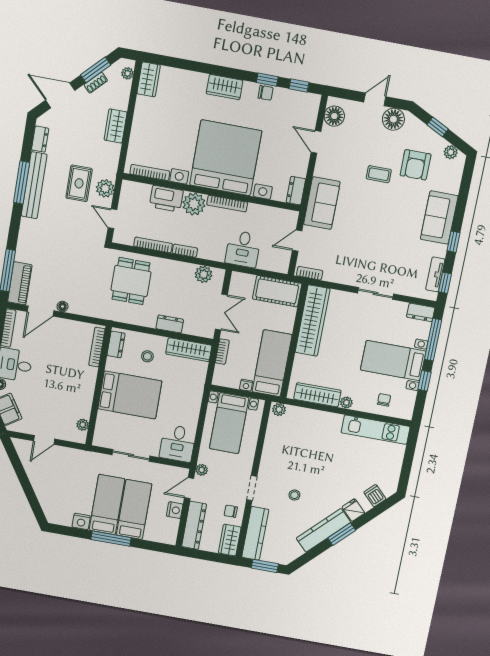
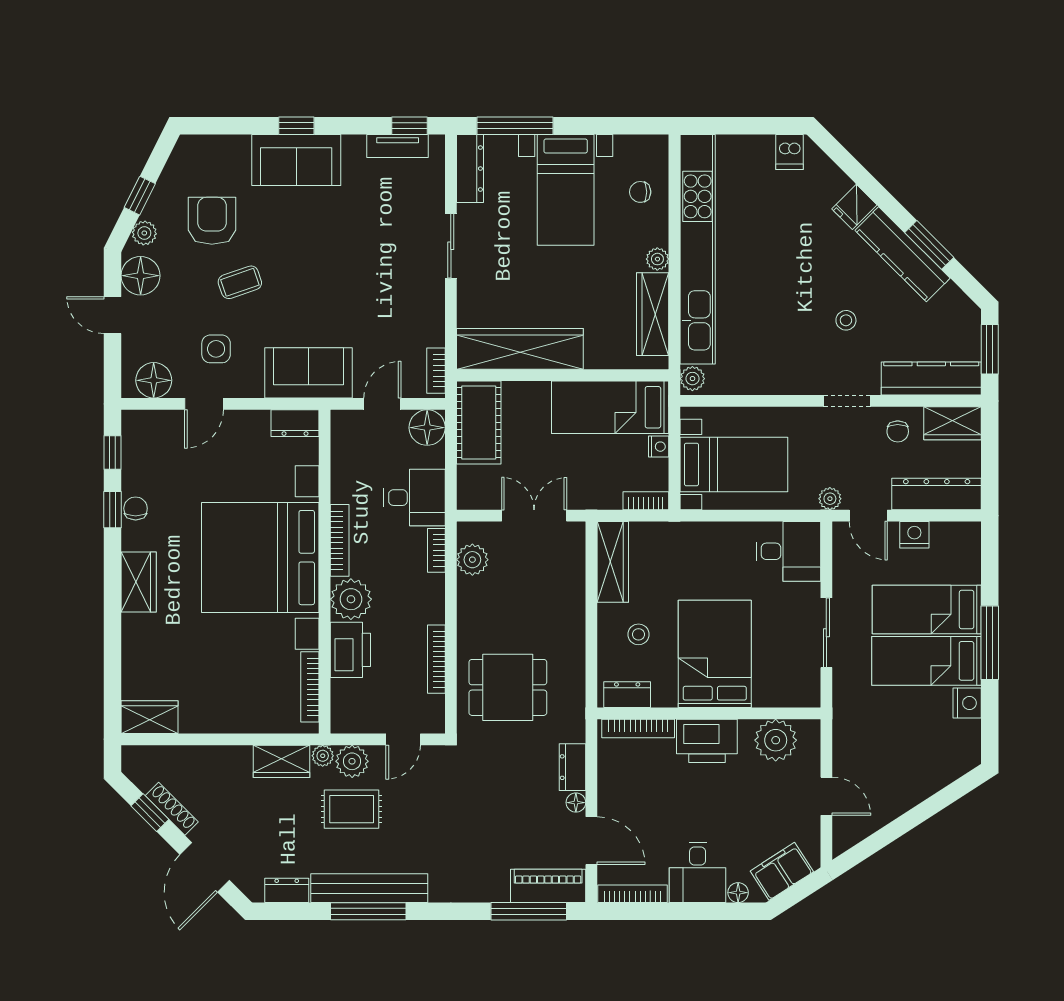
window: (96, 70) -> (150, 813), width x0.67
plant: (128, 73) -> (323, 756), moved
shoe rack: (96, 83) -> (172, 809), width x1.43
wardrobe: (116, 126) -> (282, 761), moved
plant: (451, 152) -> (144, 233), moved
side table: (345, 154) -> (216, 349), added
armchair: (416, 165) -> (212, 221), turned -90
coffee table: (379, 174) -> (240, 282), turned 71
door: (297, 241) -> (382, 404), swing flipped
window: (454, 242) -> (296, 126), moved
bookcase: (185, 251) -> (436, 550), moved
floor lamp: (280, 263) -> (427, 428), added
dresser: (421, 312) -> (470, 169), width x1.44
dresser: (170, 324) -> (572, 767), moved
bookcase: (222, 352) -> (646, 501), moved
window: (425, 381) -> (592, 126), removed
printer: (84, 382) -> (707, 741), added
plant: (83, 425) -> (776, 740), width x1.87, depth x1.87
kitchen unit: (376, 430) -> (698, 249), width x1.86
dishwasher: (375, 496) -> (789, 152), moved, turned -45
window: (342, 534) -> (929, 245), moved

